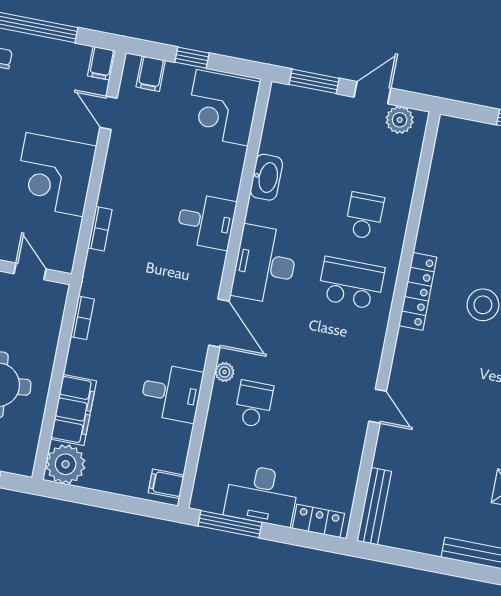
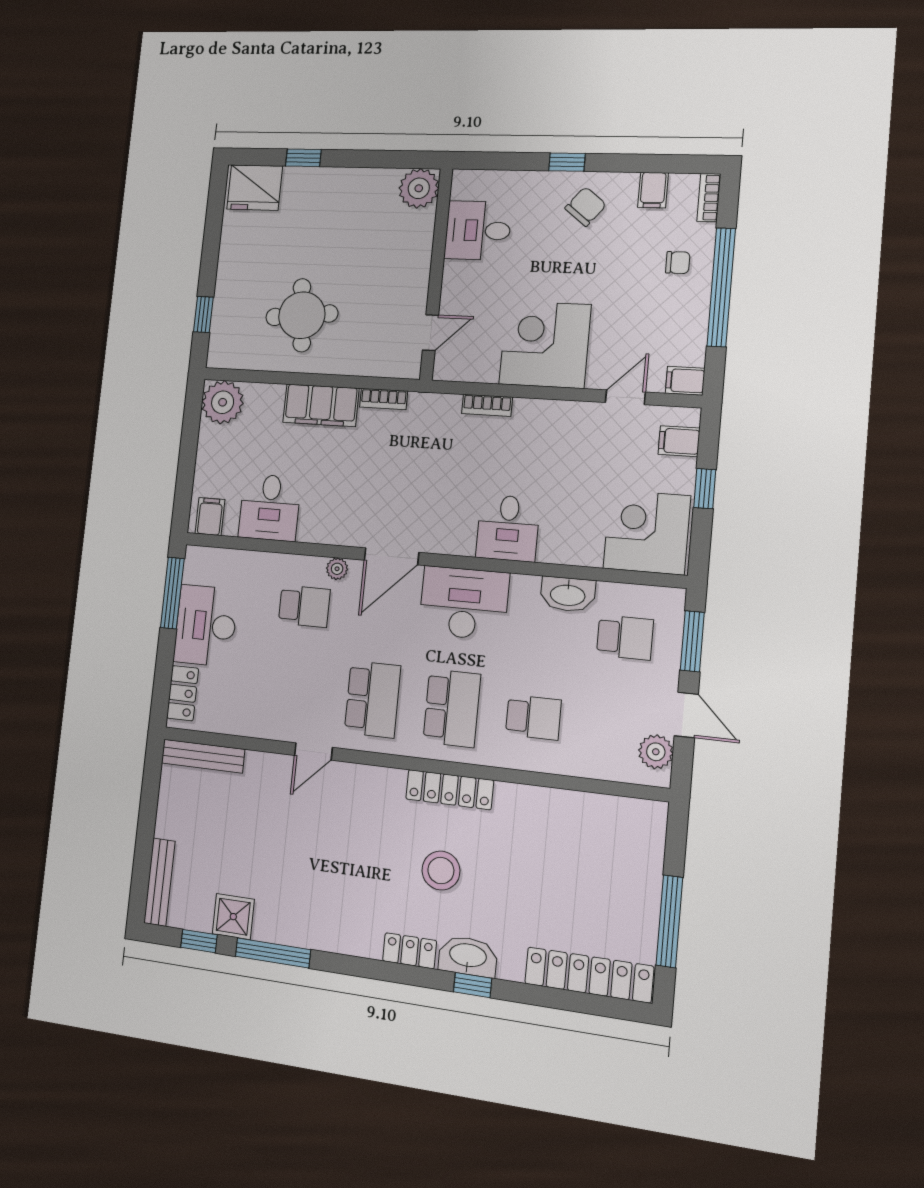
school desk: (306, 135) -> (625, 637), added
school desk: (338, 351) -> (373, 699), added
desk: (171, 393) -> (270, 507), moved
filing cabinet: (73, 410) -> (321, 405), moved

